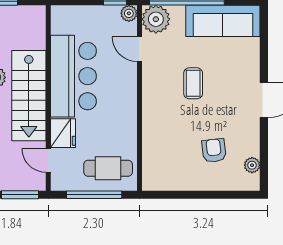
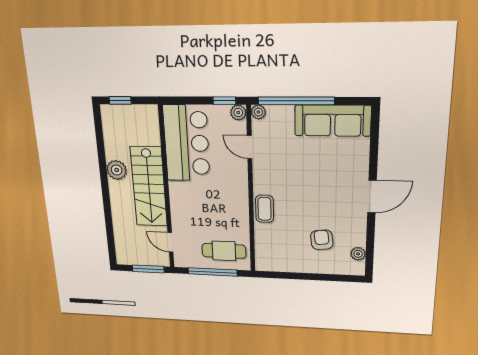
plant: (156, 19) -> (258, 112), width x0.53, depth x0.53
bar counter: (73, 76) -> (187, 143), moved
coffee table: (193, 83) -> (265, 209), moved
fridge: (63, 133) -> (182, 220), removed

